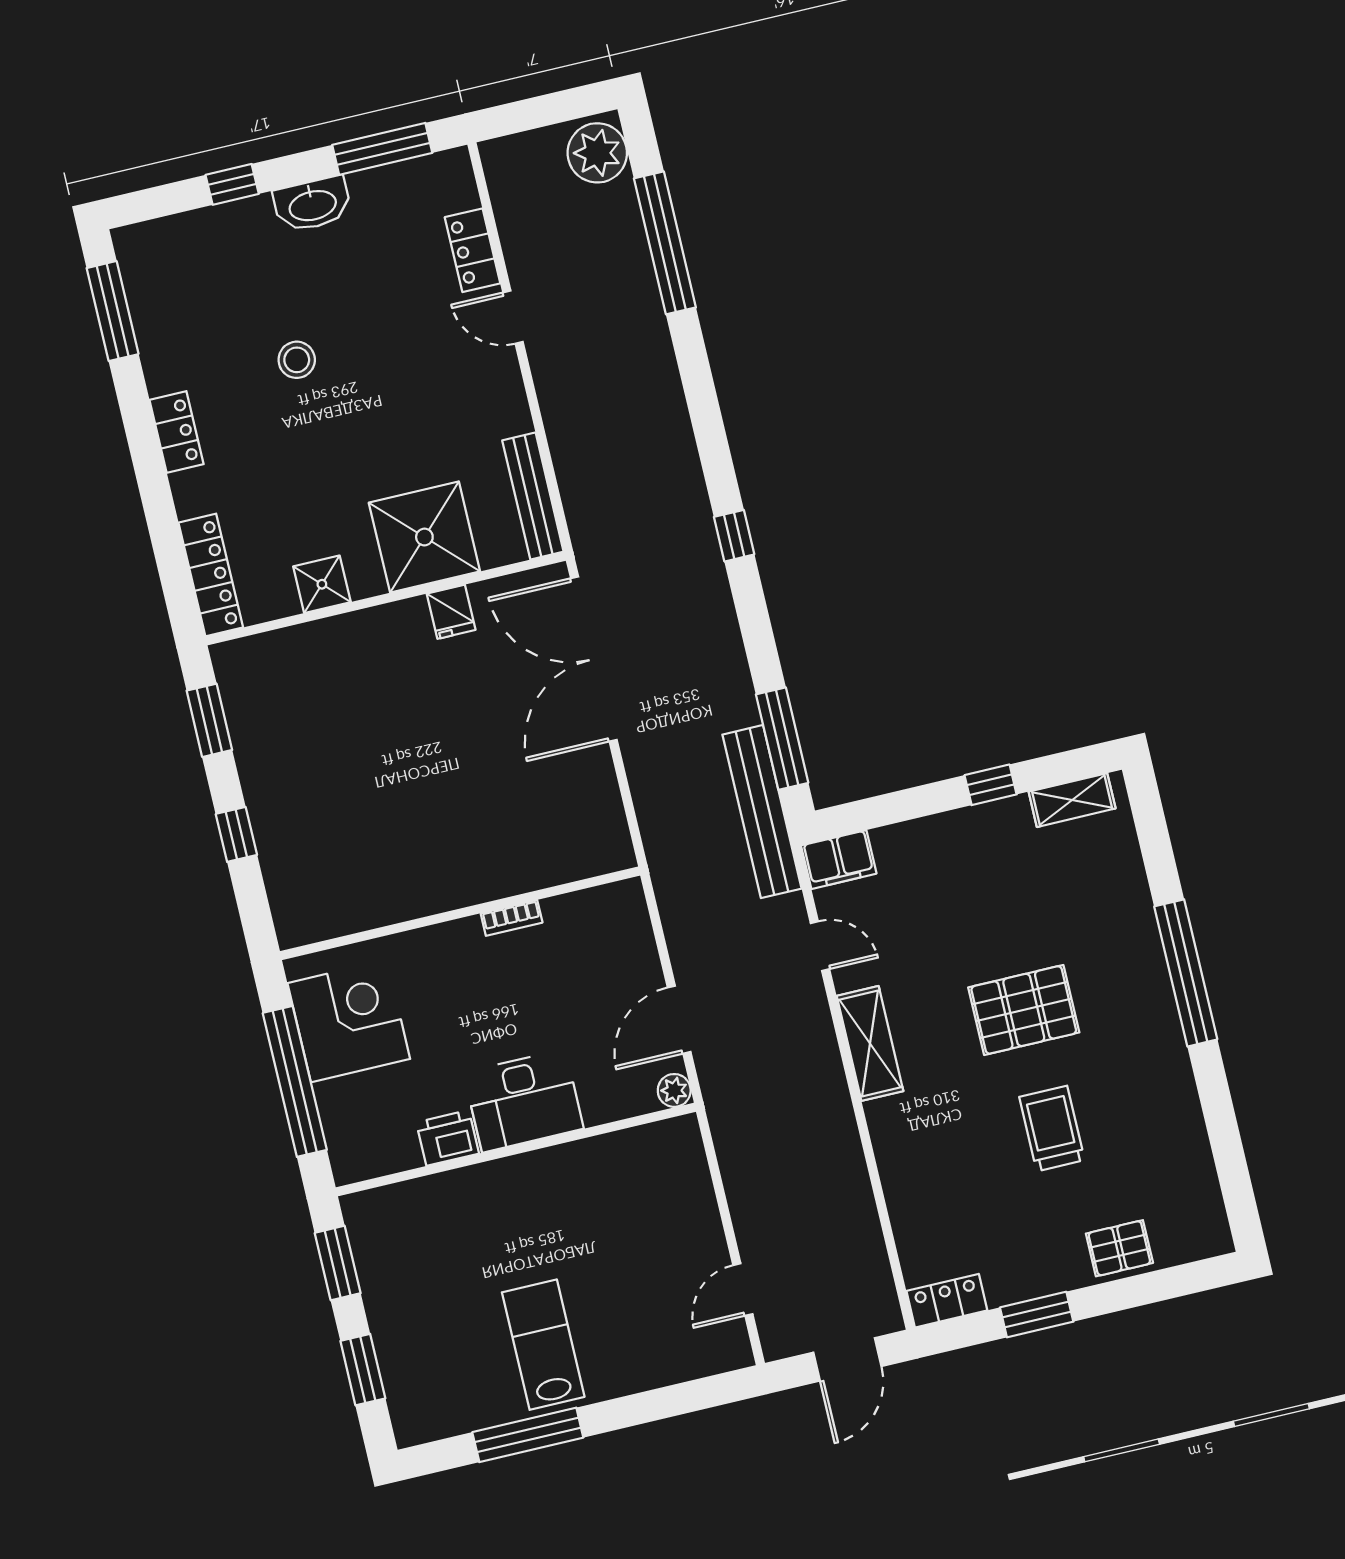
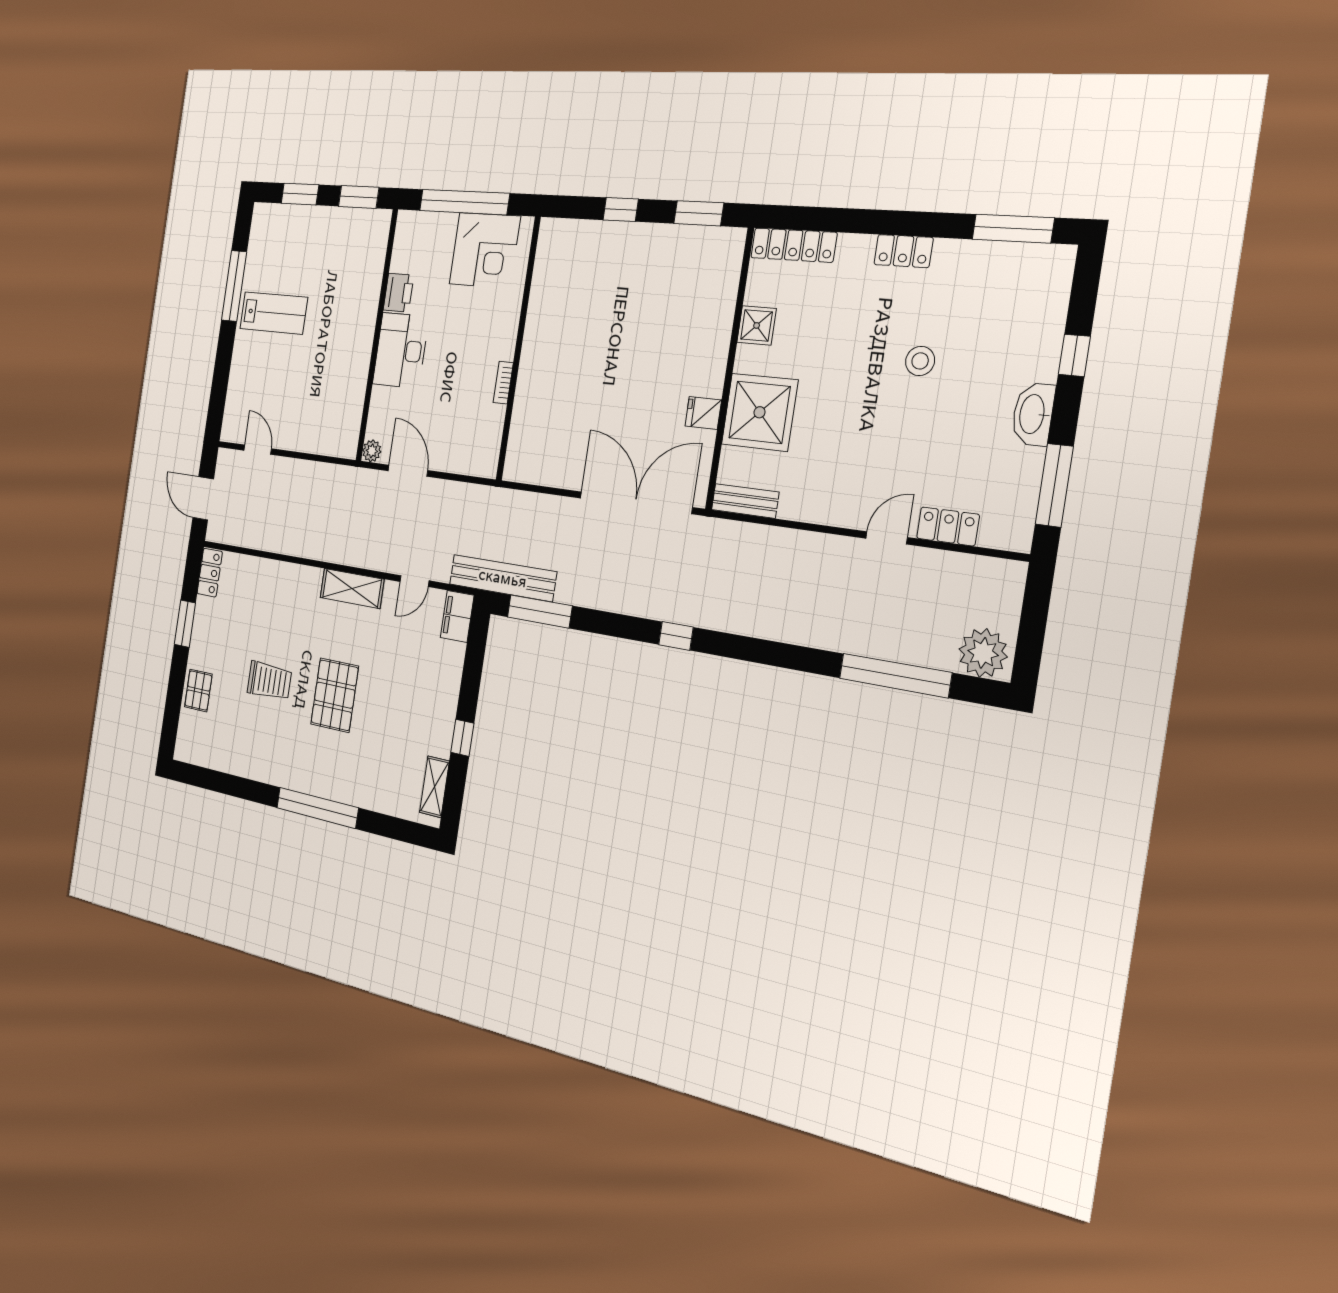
bench: (533, 496) -> (745, 501), width x0.73

